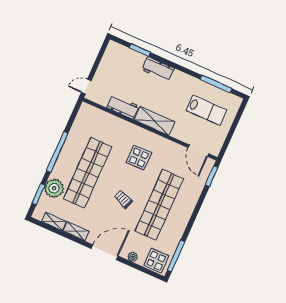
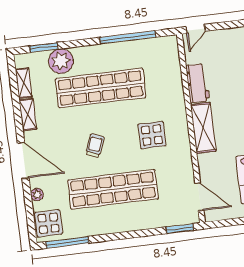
door: (86, 87) -> (196, 29), swing flipped
door: (198, 151) -> (199, 197), swing flipped
window: (57, 152) -> (128, 37), moved

